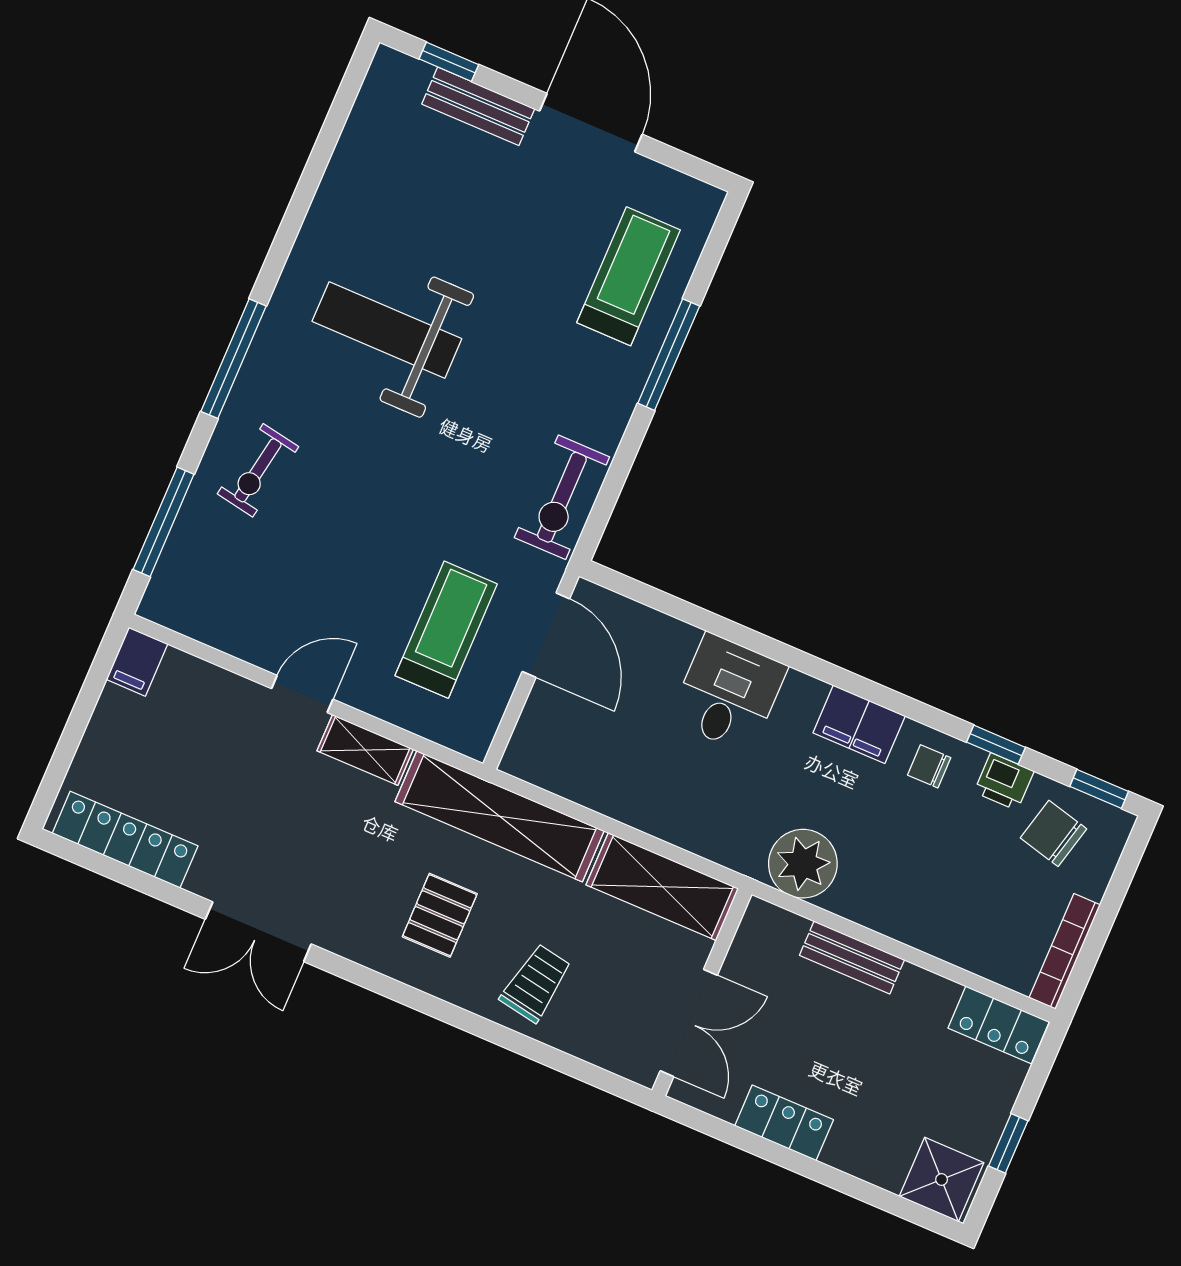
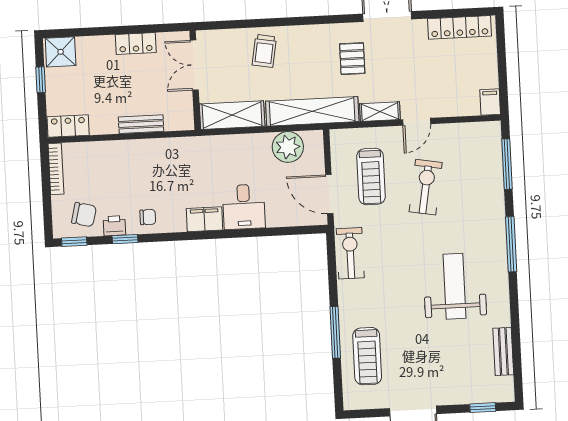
bench: (478, 106) -> (503, 351), moved, turned 90
weight bench: (387, 330) -> (455, 286), turned -90
exercise bike: (258, 470) -> (426, 187), moved, width x1.38, depth x1.39
filing cabinet: (859, 724) -> (205, 219), moved
plant: (803, 864) -> (288, 147), moved
pallet: (440, 915) -> (352, 59), moved

